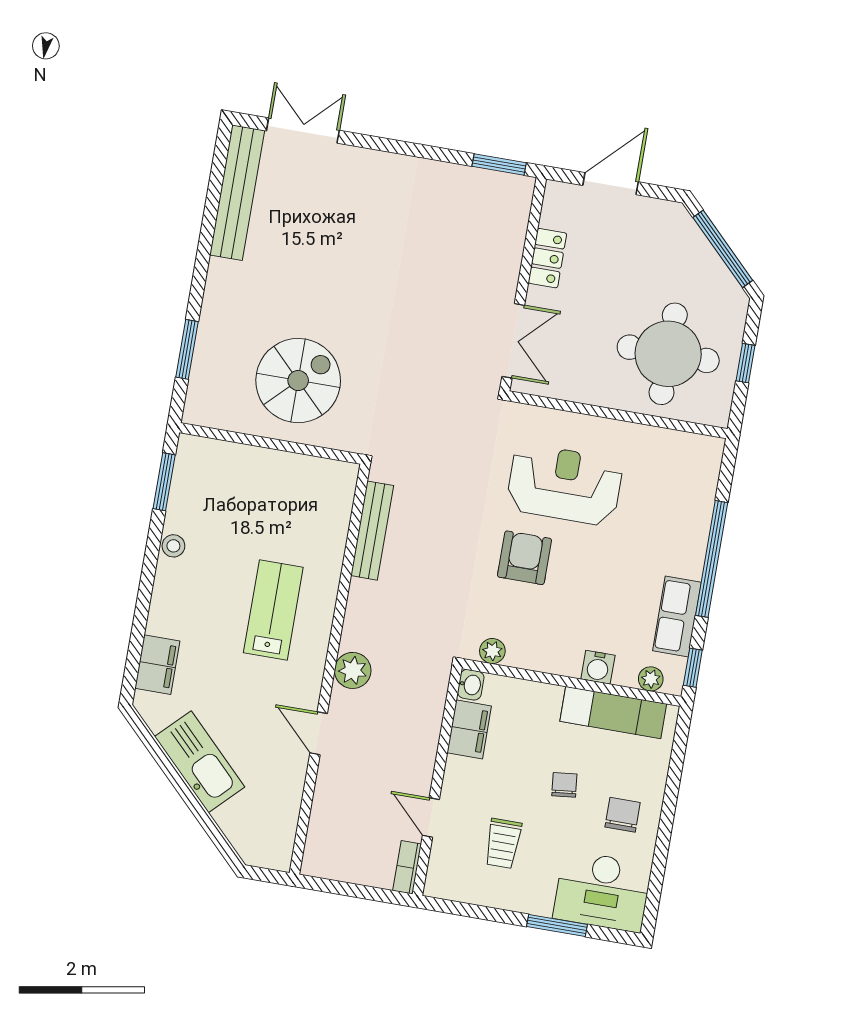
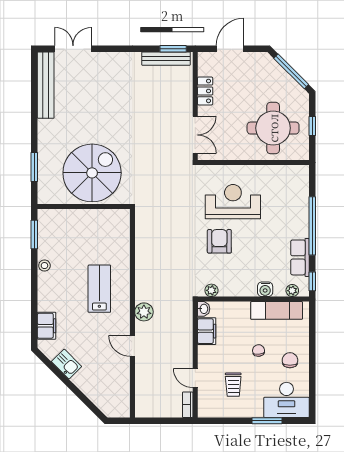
spiral stairs: (298, 381) -> (92, 173), width x1.37, depth x1.37
bench: (372, 531) -> (166, 59), moved, turned 90
kitchen sink: (200, 762) -> (67, 364), width x0.53, depth x0.81

